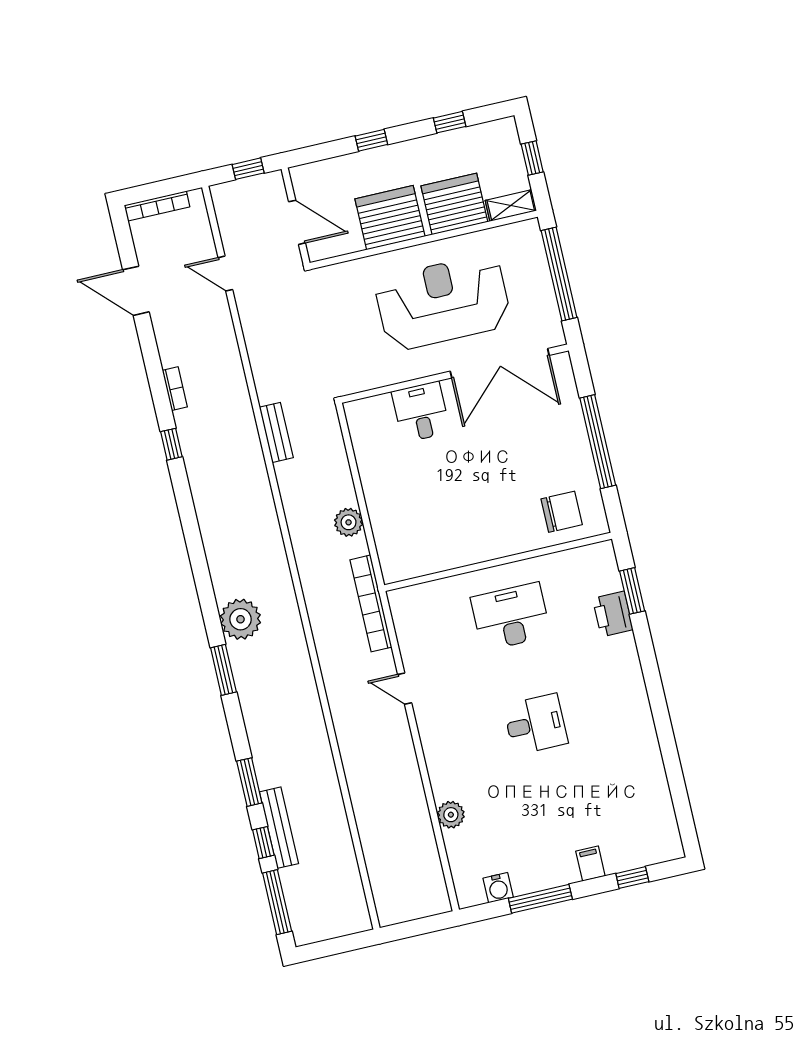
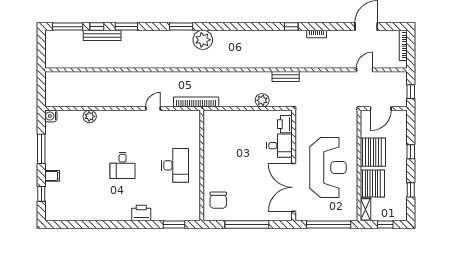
printer: (374, 411) -> (285, 124), added
plant: (349, 522) -> (262, 100), moved
printer: (613, 614) -> (141, 213), moved
water cooler: (498, 888) -> (51, 116), moved

